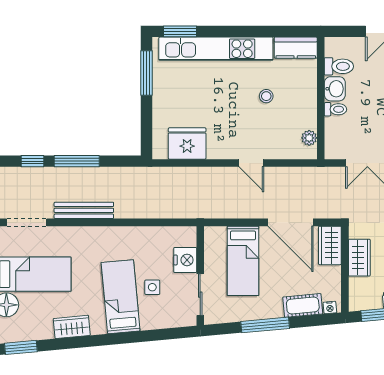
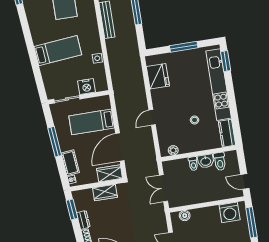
window: (146, 73) -> (184, 47), moved
side table: (152, 287) -> (97, 58), moved
wardrobe: (72, 327) -> (35, 24), removed

